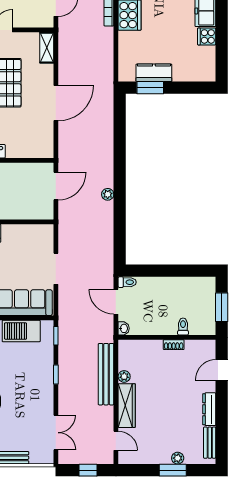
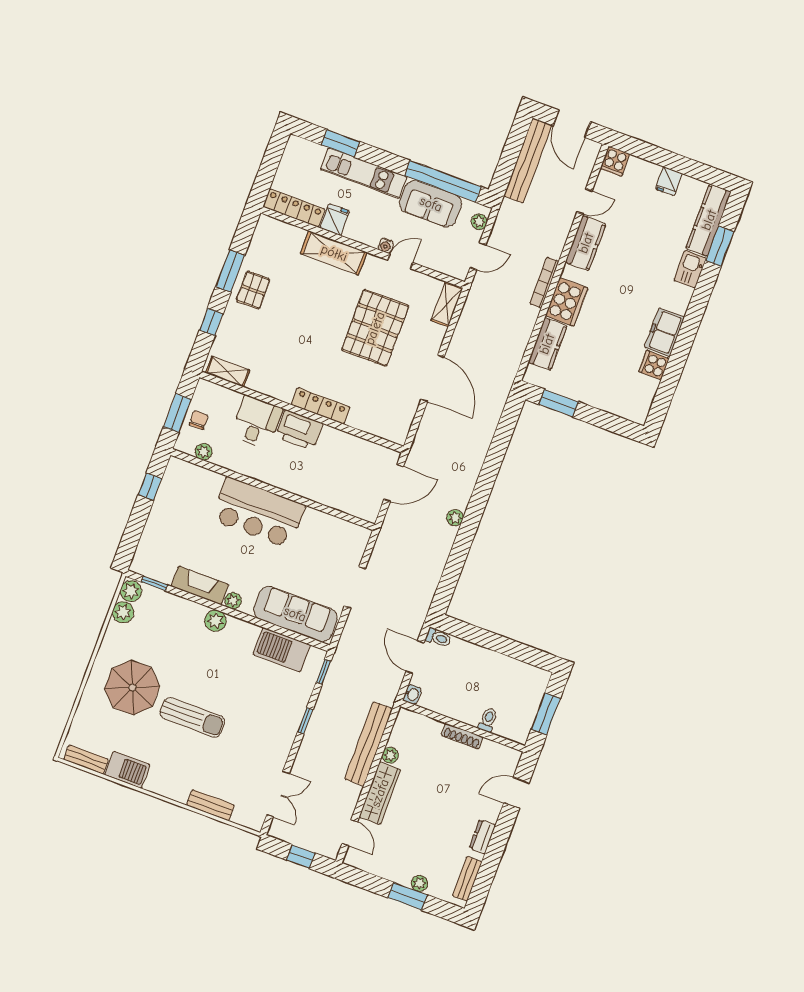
kitchen counter: (154, 73) -> (547, 344), moved, turned 90
door: (56, 103) -> (433, 378), hinge flipped
shoe rack: (174, 345) -> (462, 736), width x1.43
dresser: (209, 409) -> (482, 837), width x0.70

